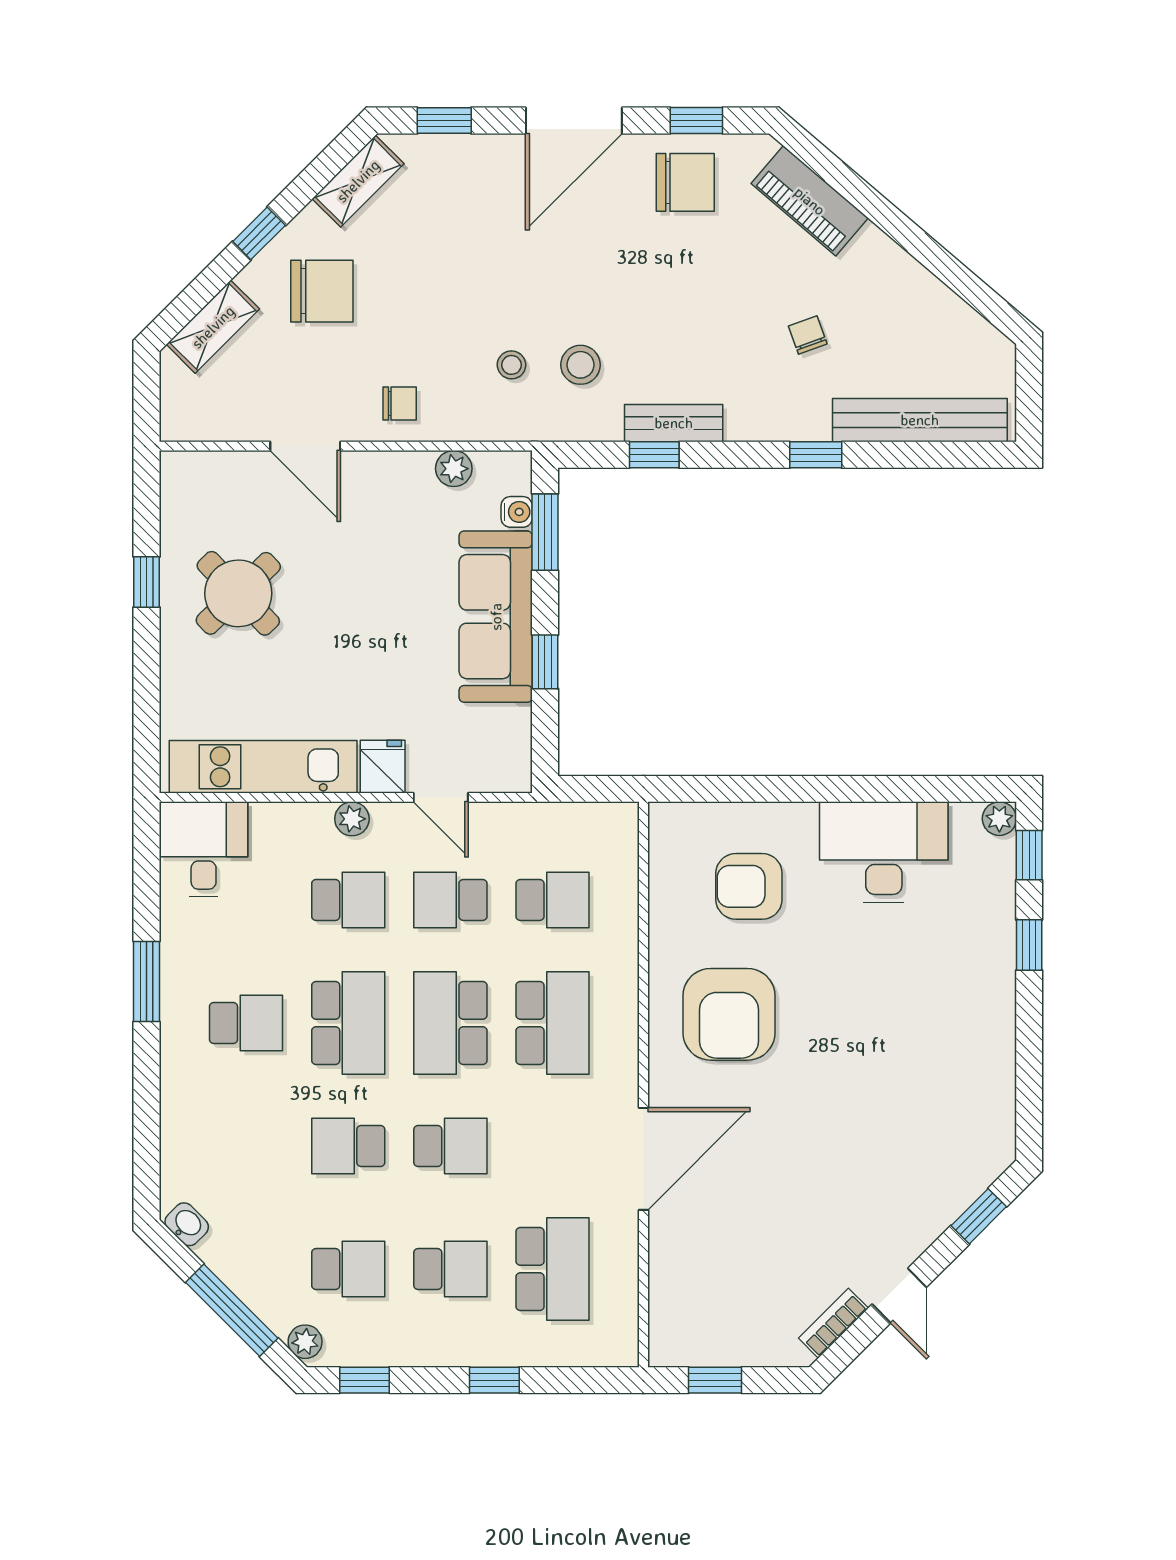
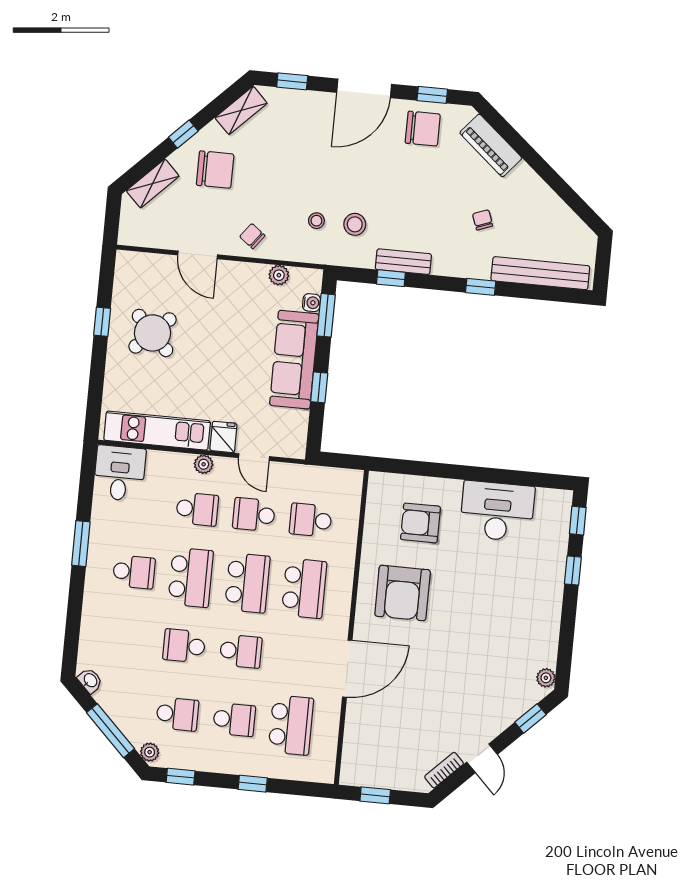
chair: (400, 403) -> (252, 236), turned -143
plant: (999, 819) -> (546, 678), moved
school desk: (553, 900) -> (311, 520), turned 180
school desk: (450, 1023) -> (247, 583), turned 180

